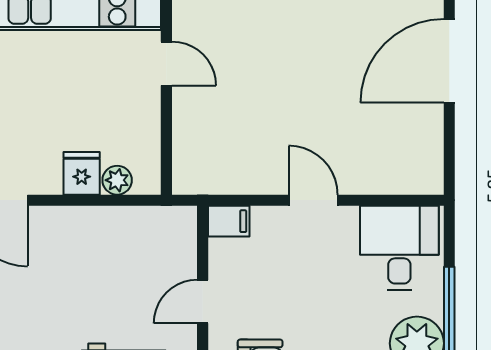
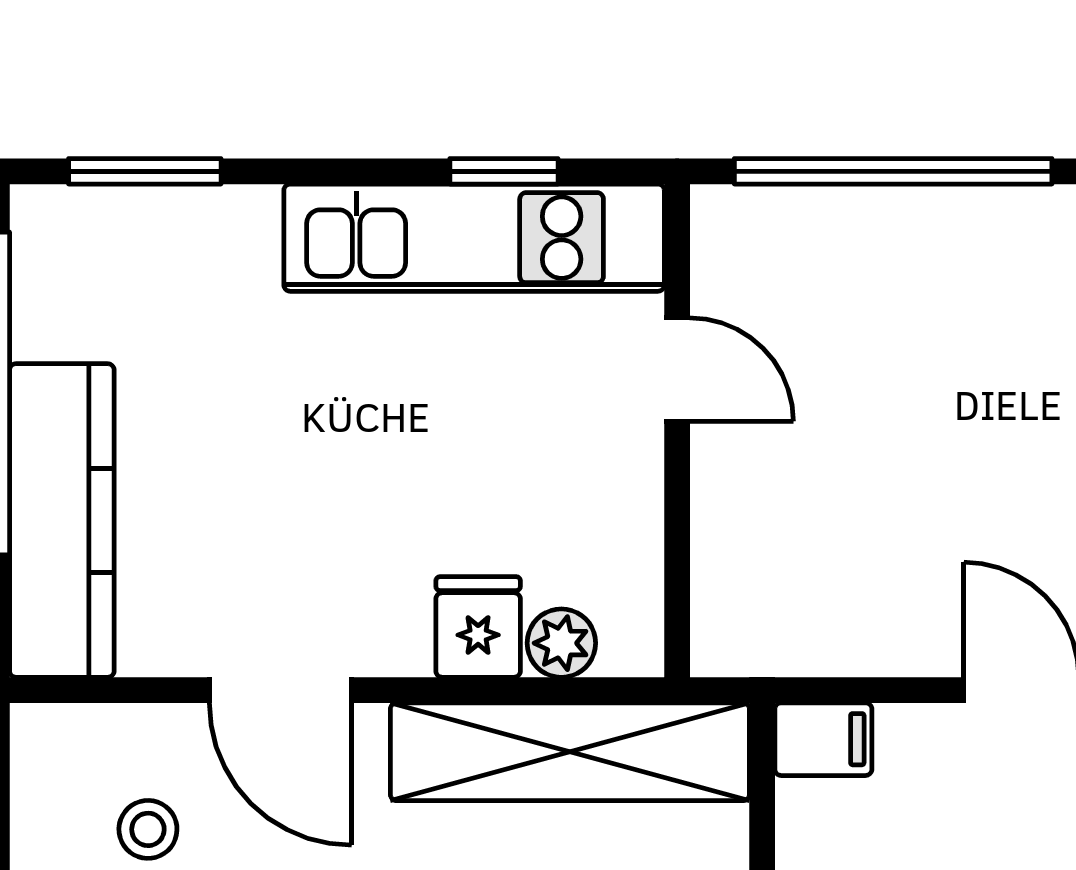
shelving: (121, 227) -> (570, 752), added

